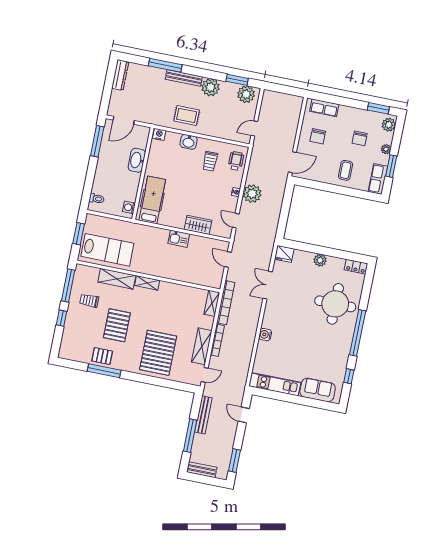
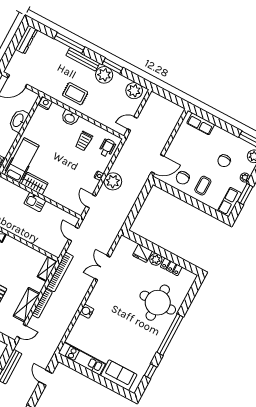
window: (237, 80) -> (112, 66), moved
chair: (318, 136) -> (183, 178), moved
wardrobe: (198, 225) -> (35, 184), moved
fridge: (284, 254) -> (142, 253), moved
locker: (356, 267) -> (171, 267), moved

